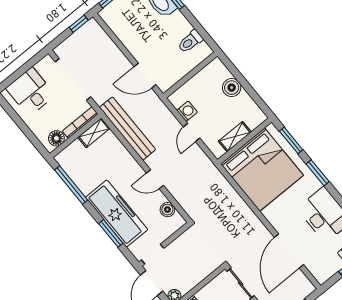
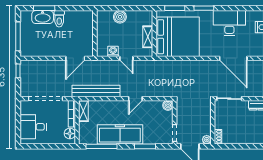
toilet: (190, 41) -> (59, 19), moved
boiler: (167, 210) -> (168, 105), moved
freezer: (117, 213) -> (120, 134), moved

